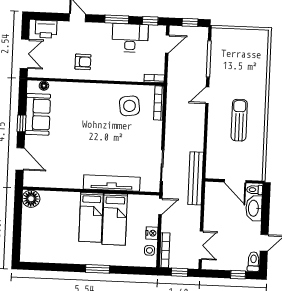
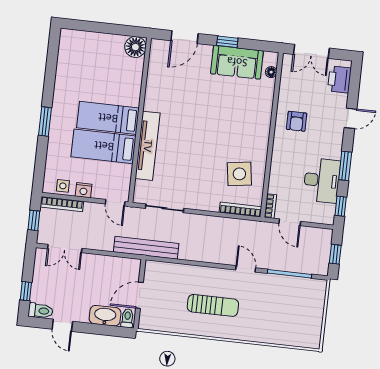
door: (167, 44) -> (290, 222), moved

